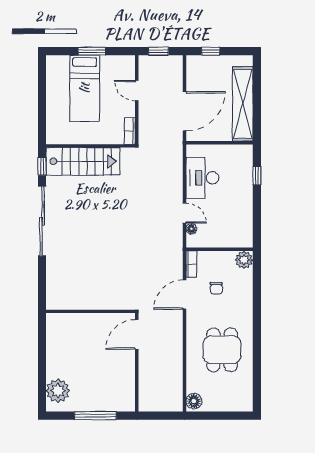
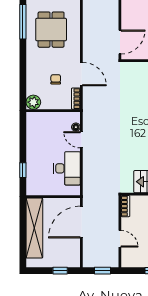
door: (184, 295) -> (81, 74), hinge flipped
window: (257, 360) -> (23, 22), added

